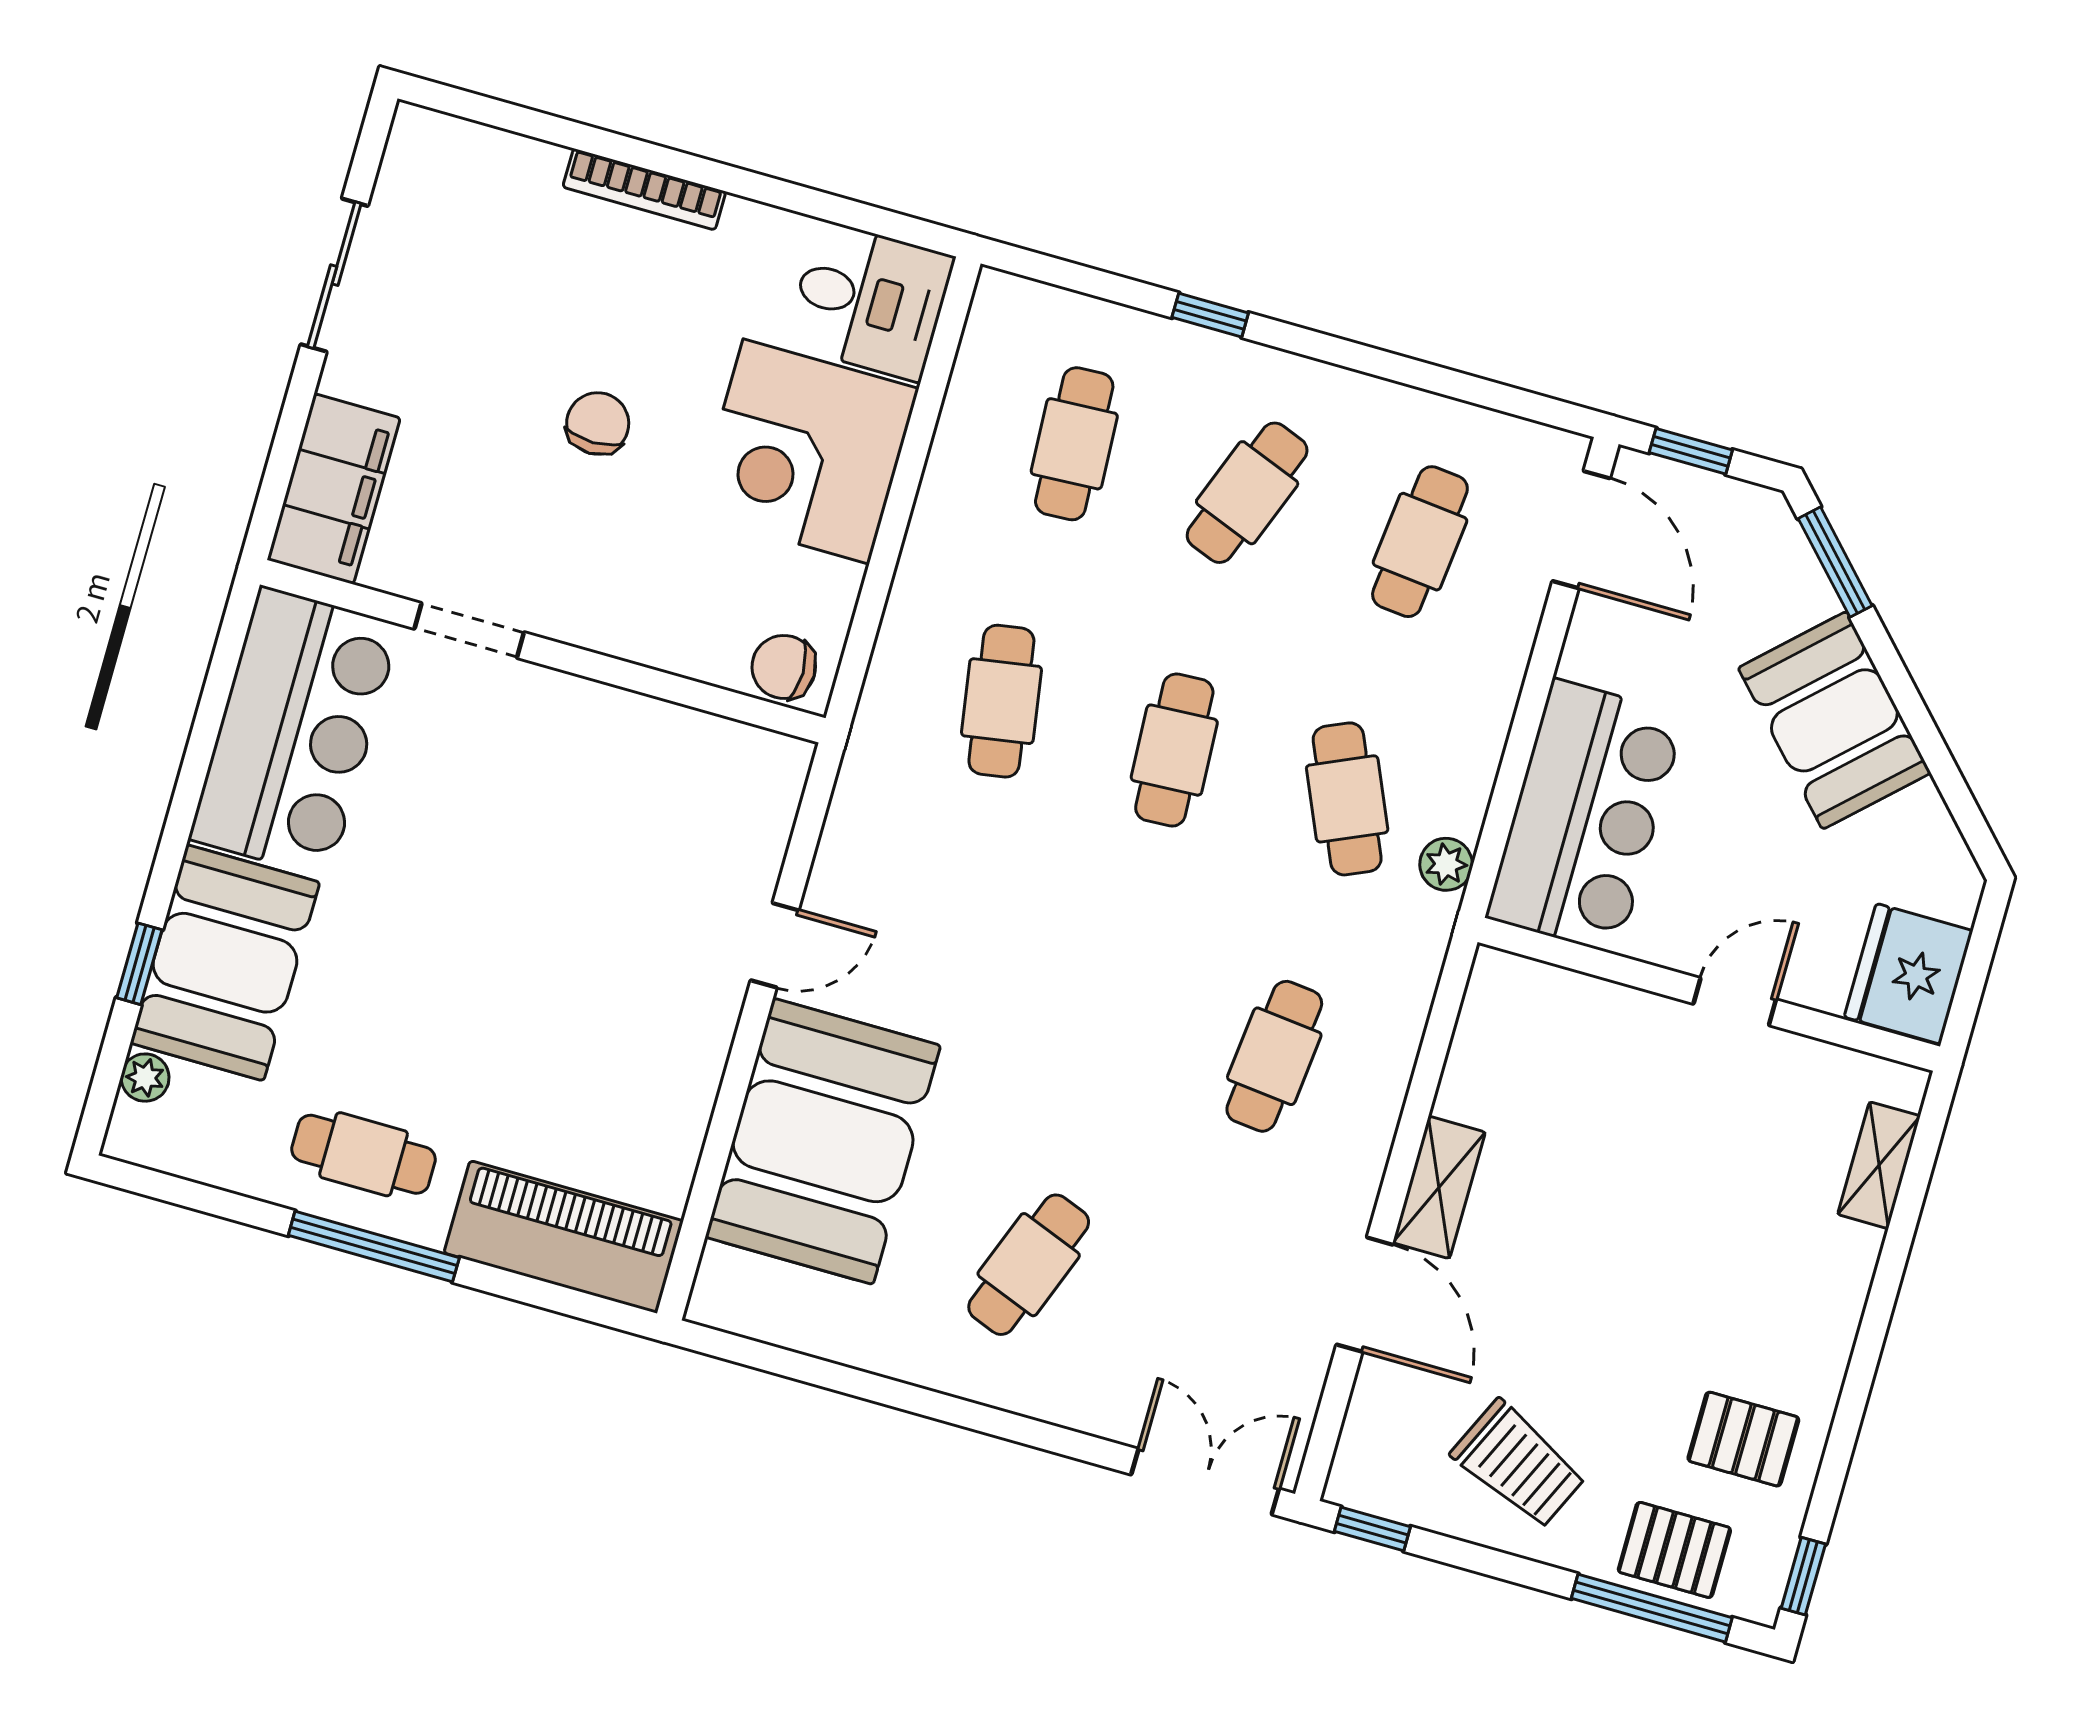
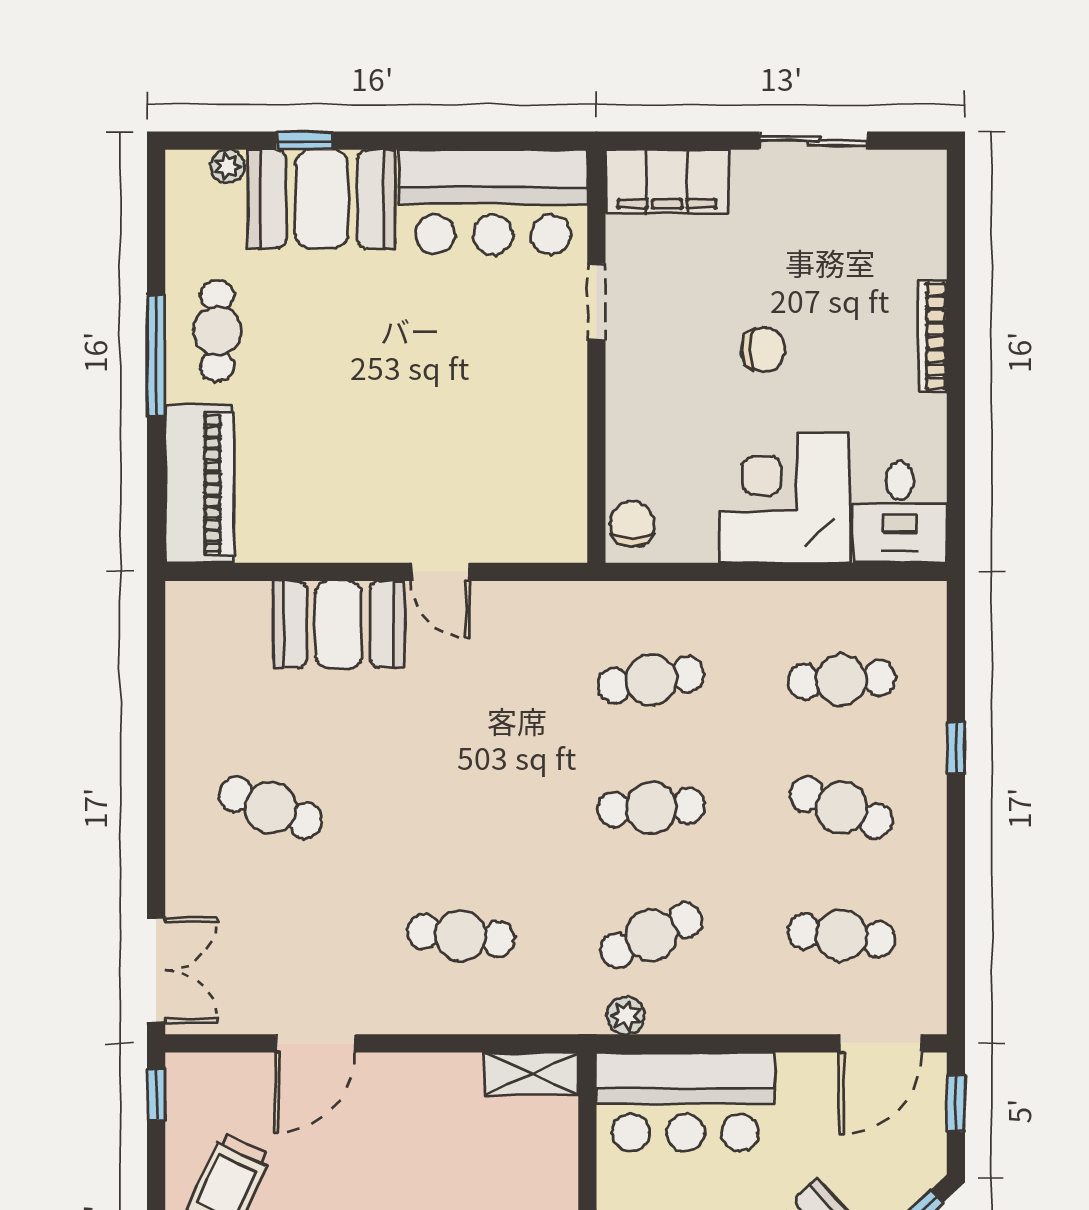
booth: (823, 1141) -> (339, 624), width x0.73, depth x0.70
shelving: (1439, 1187) -> (531, 1074), moved

